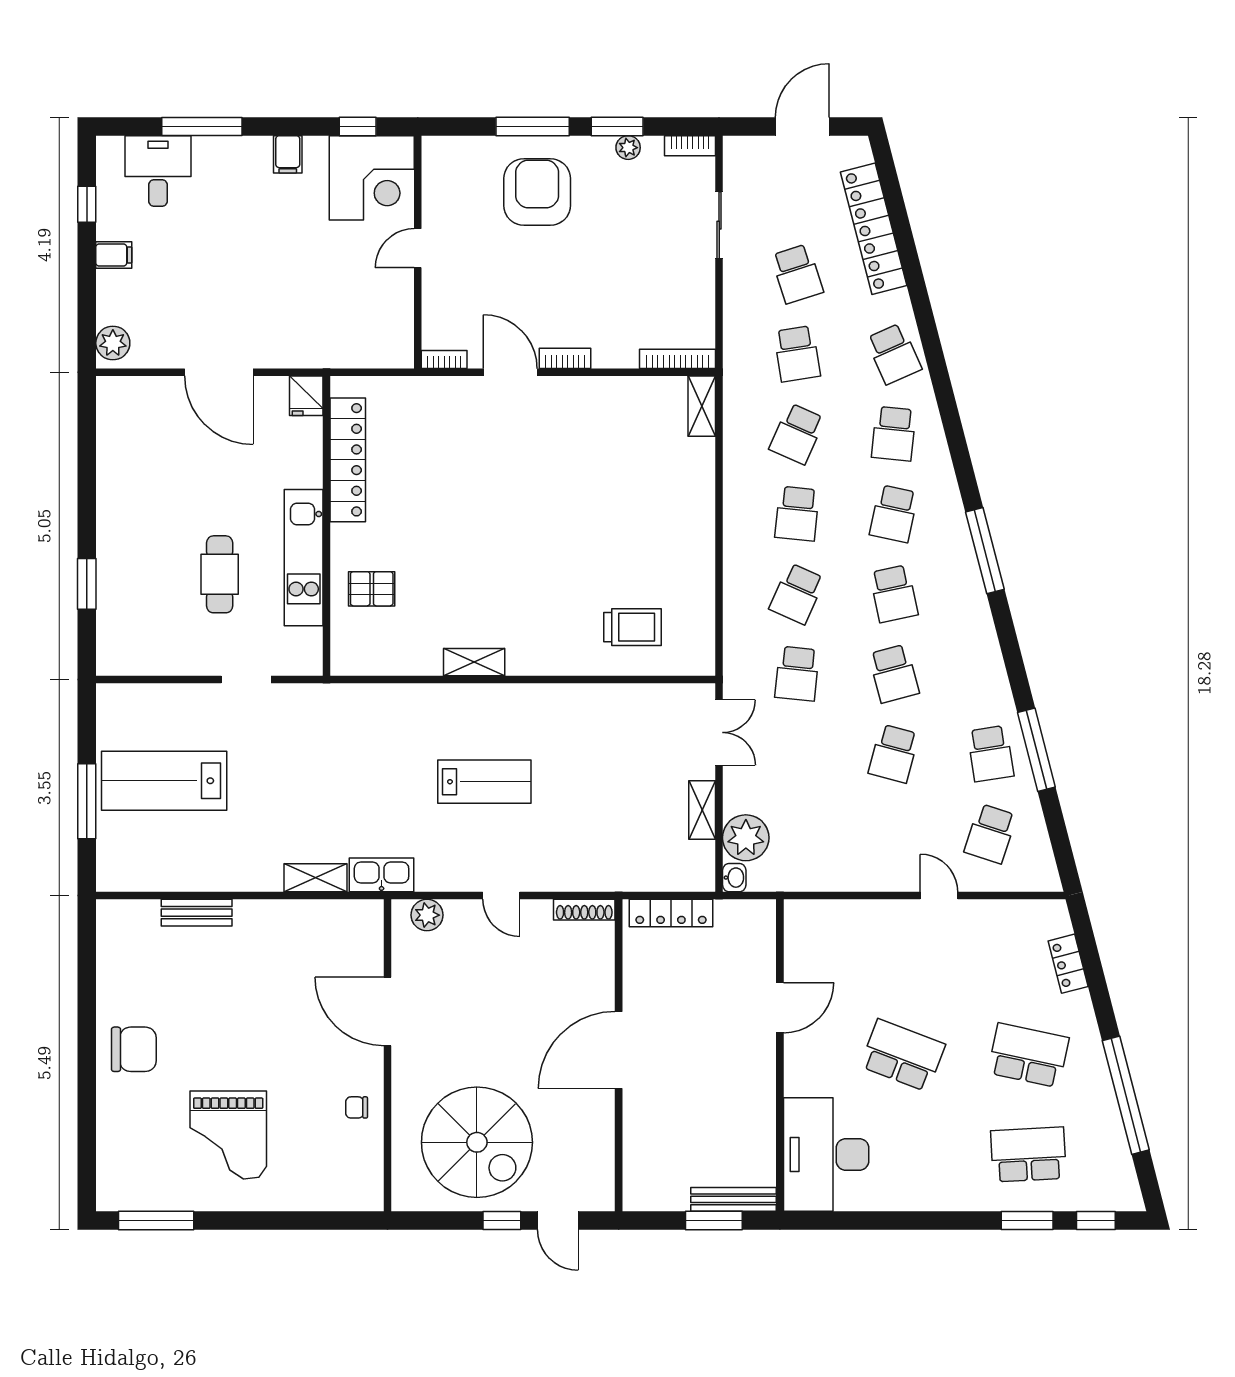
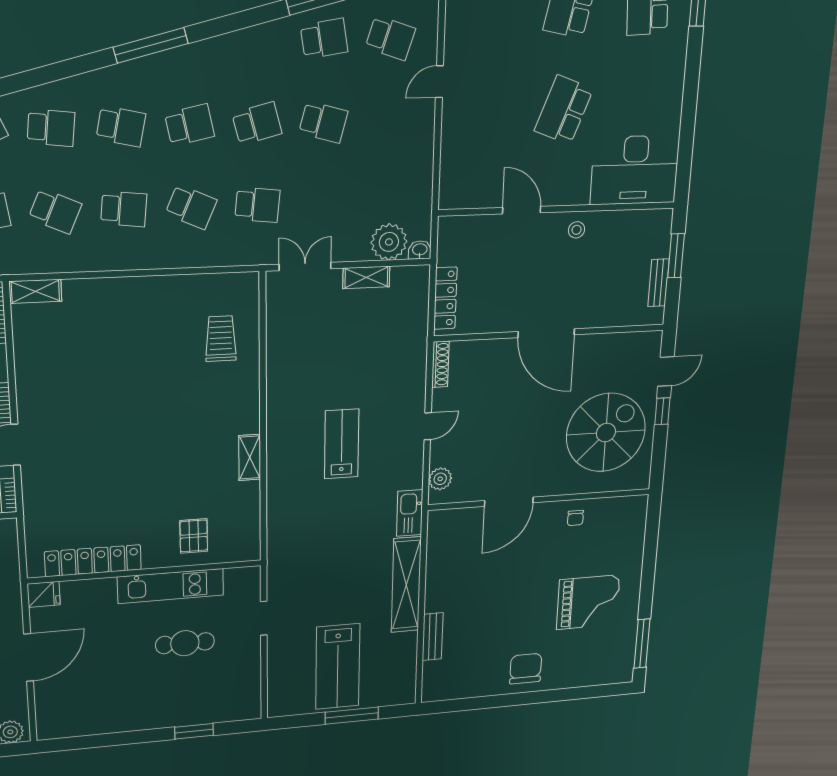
shelving: (315, 878) -> (406, 585), width x2.20, depth x1.33
stool: (752, 1082) -> (577, 230), added
bench: (734, 1199) -> (659, 283), moved, width x0.73

